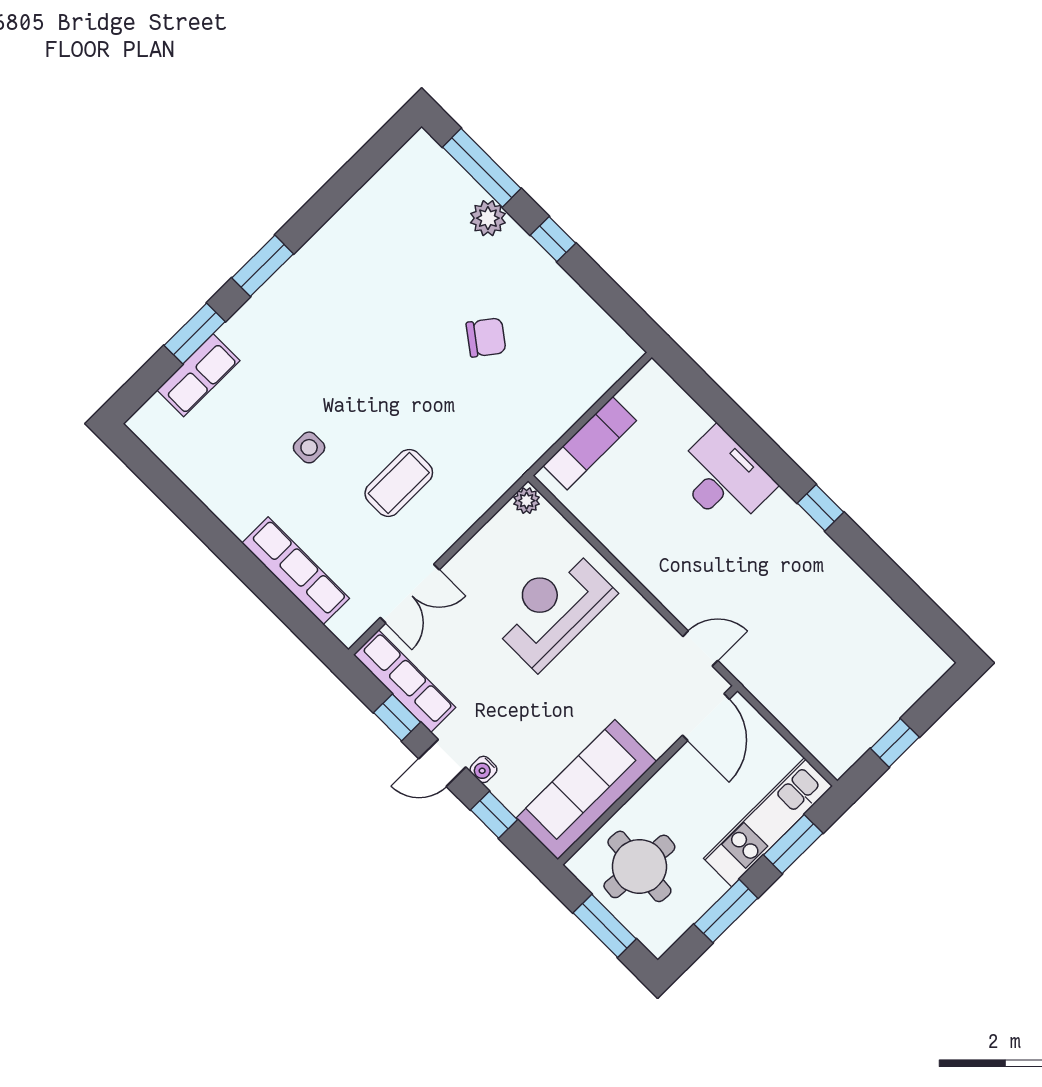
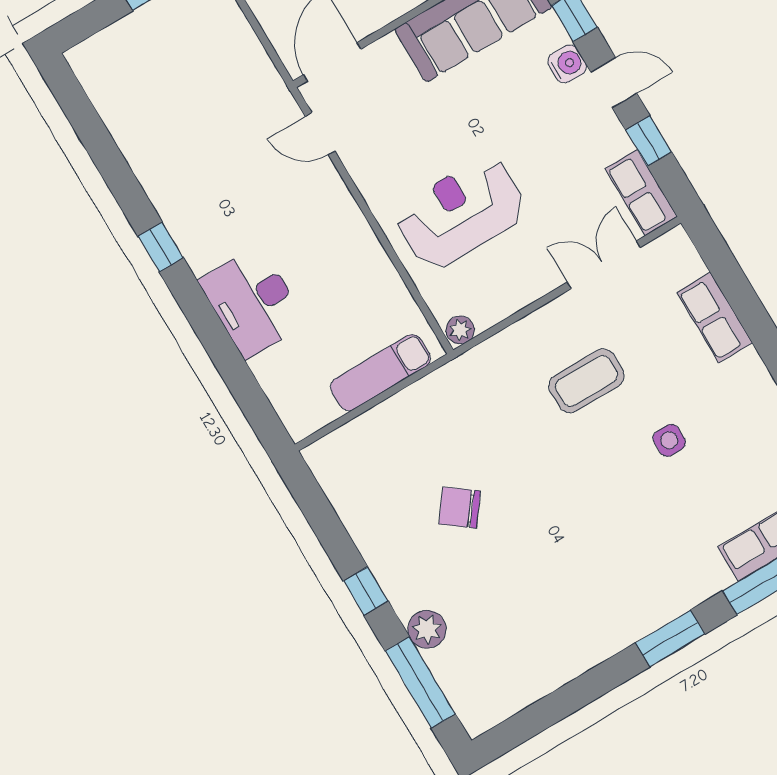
row of seats: (296, 571) -> (715, 318), width x0.68
reception desk: (553, 608) -> (461, 213), turned 180
row of seats: (404, 681) -> (641, 193), width x0.68
water cooler: (483, 769) -> (567, 64), width x1.38, depth x1.38

